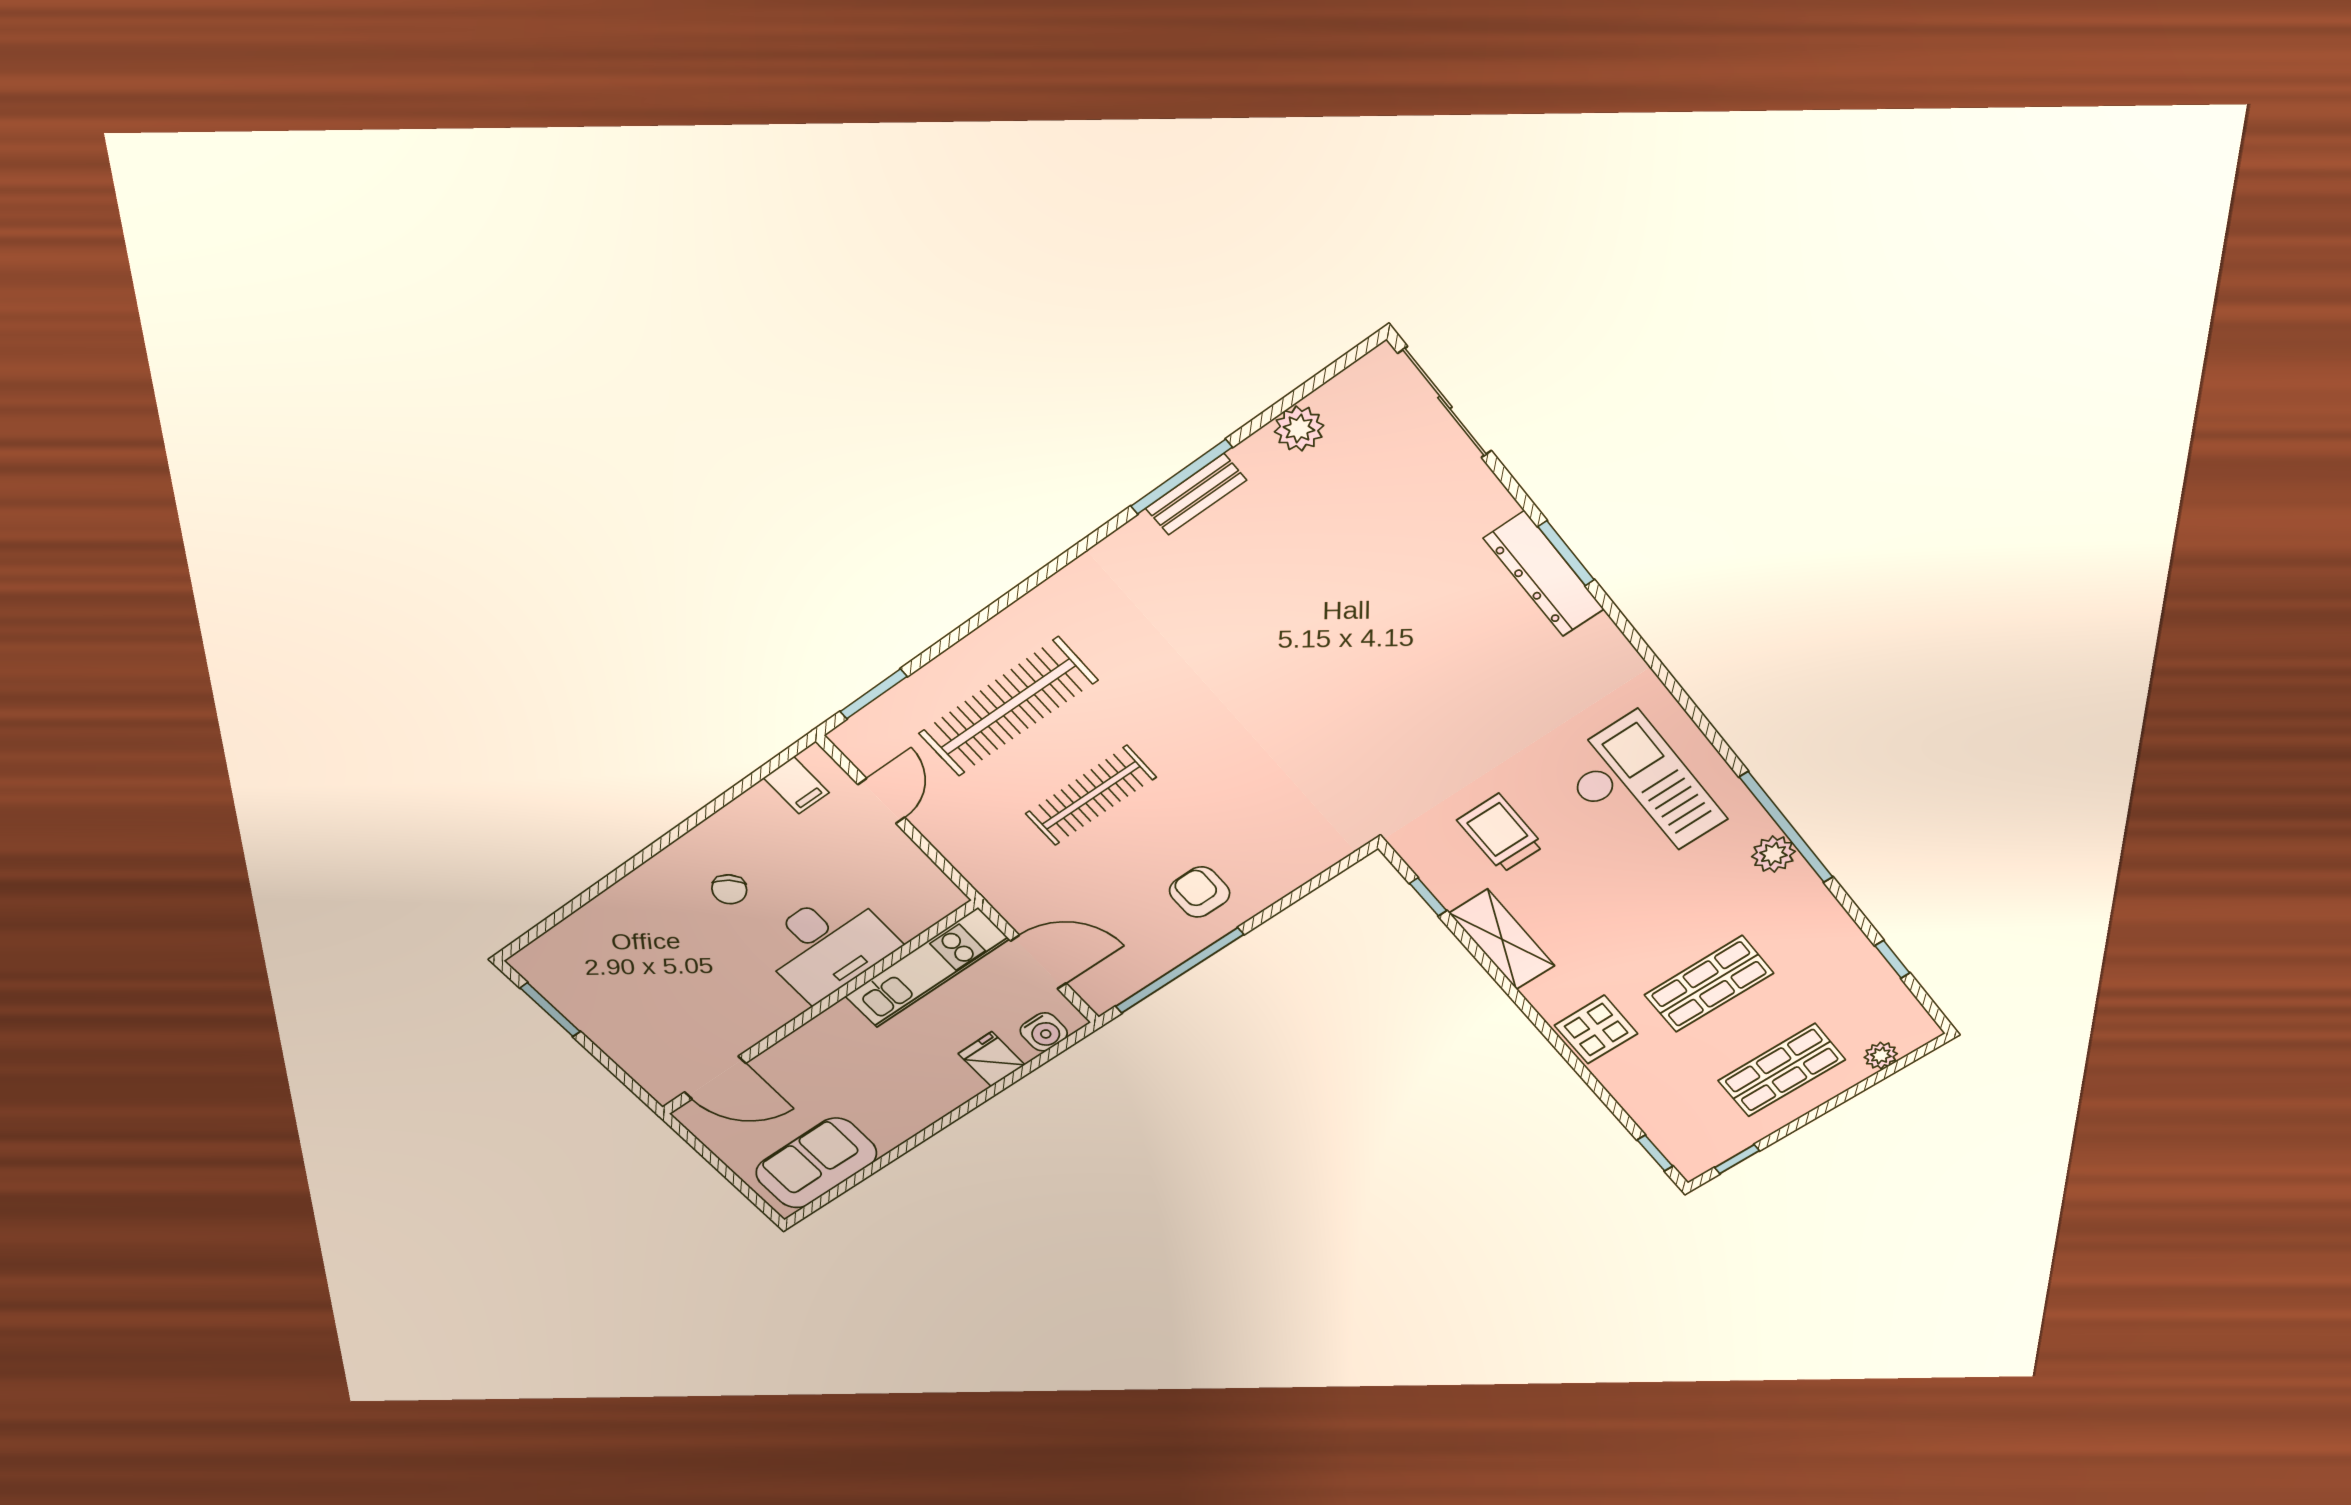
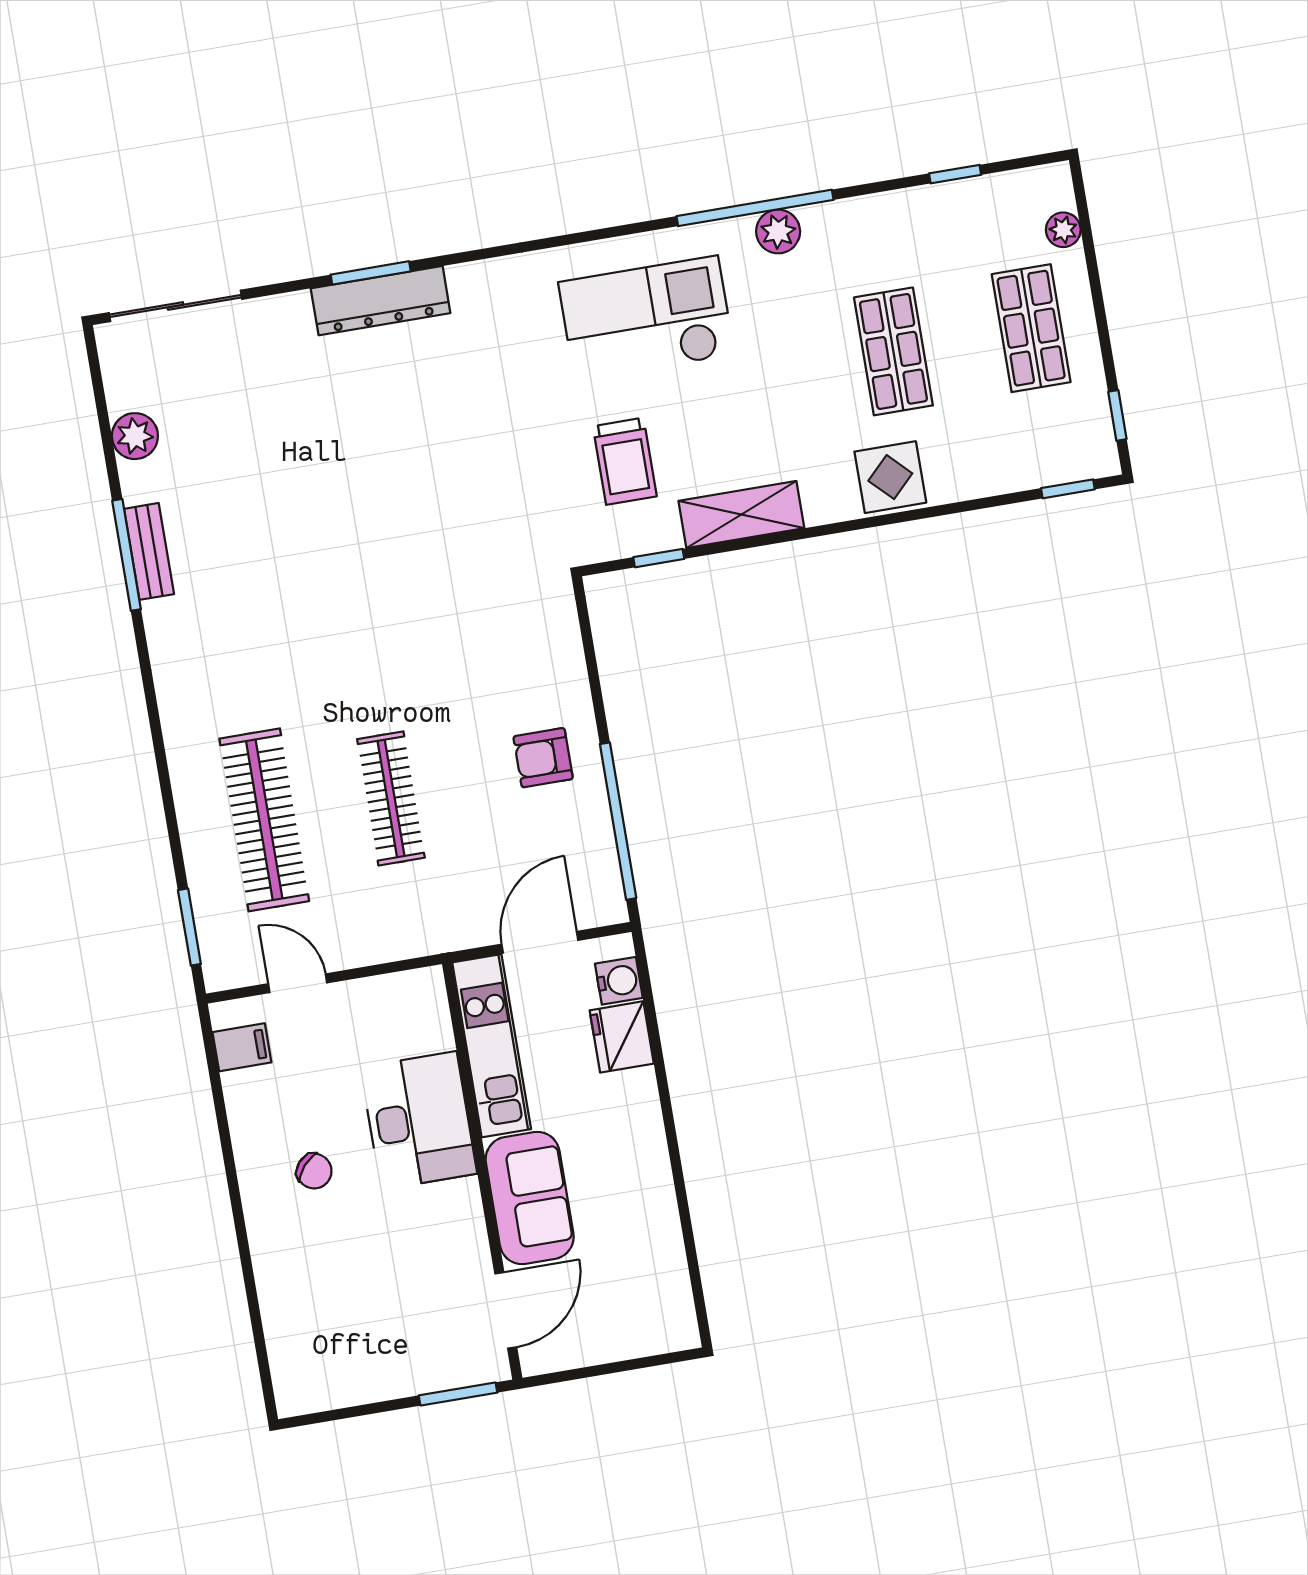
trolley: (1501, 833) -> (625, 461), turned -90
window: (550, 1010) -> (458, 1394), moved
fridge: (992, 1059) -> (622, 1037), width x1.38
sofa: (816, 1163) -> (530, 1198), moved, turned 180

